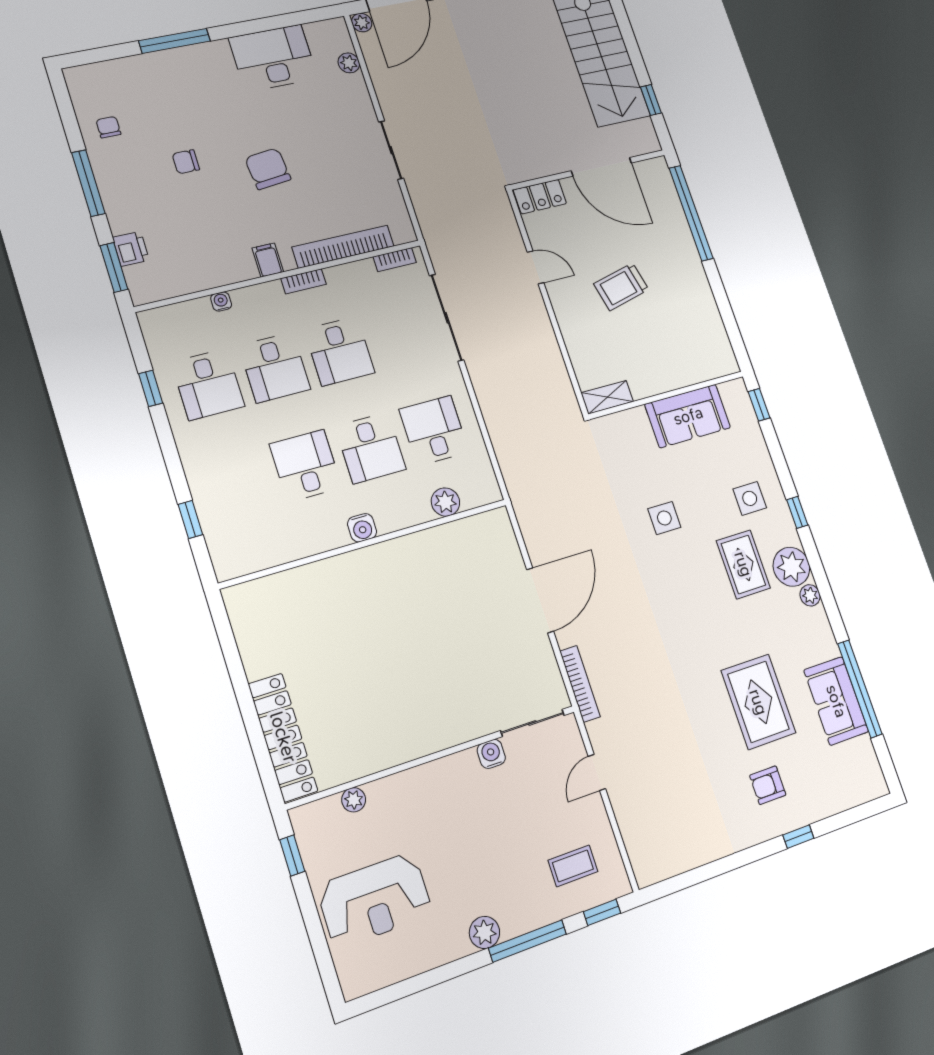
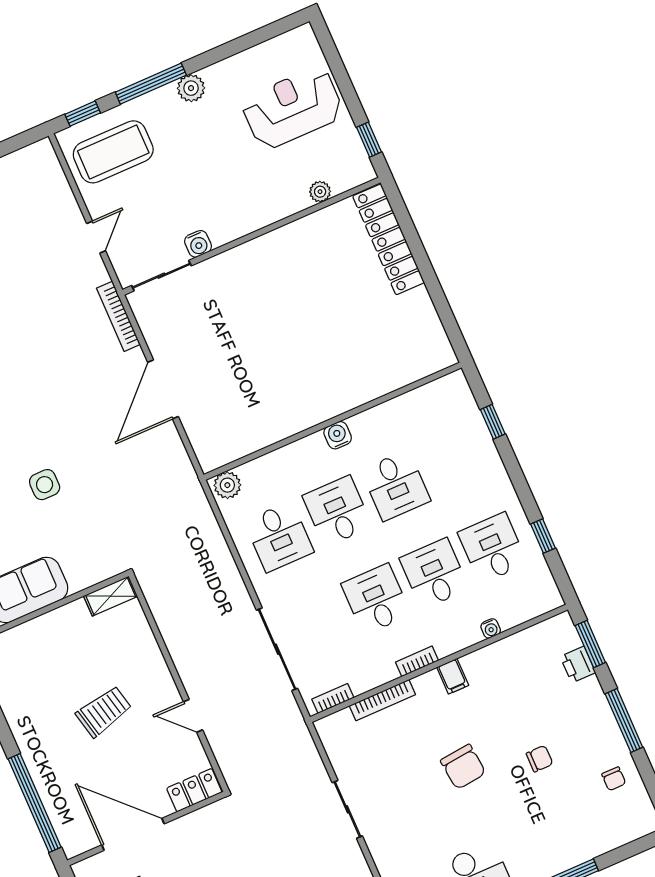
bookcase: (343, 247) -> (382, 700), width x0.68, depth x0.76
plant: (445, 502) -> (227, 485), moved
coffee table: (573, 866) -> (113, 152), width x1.86, depth x1.72

